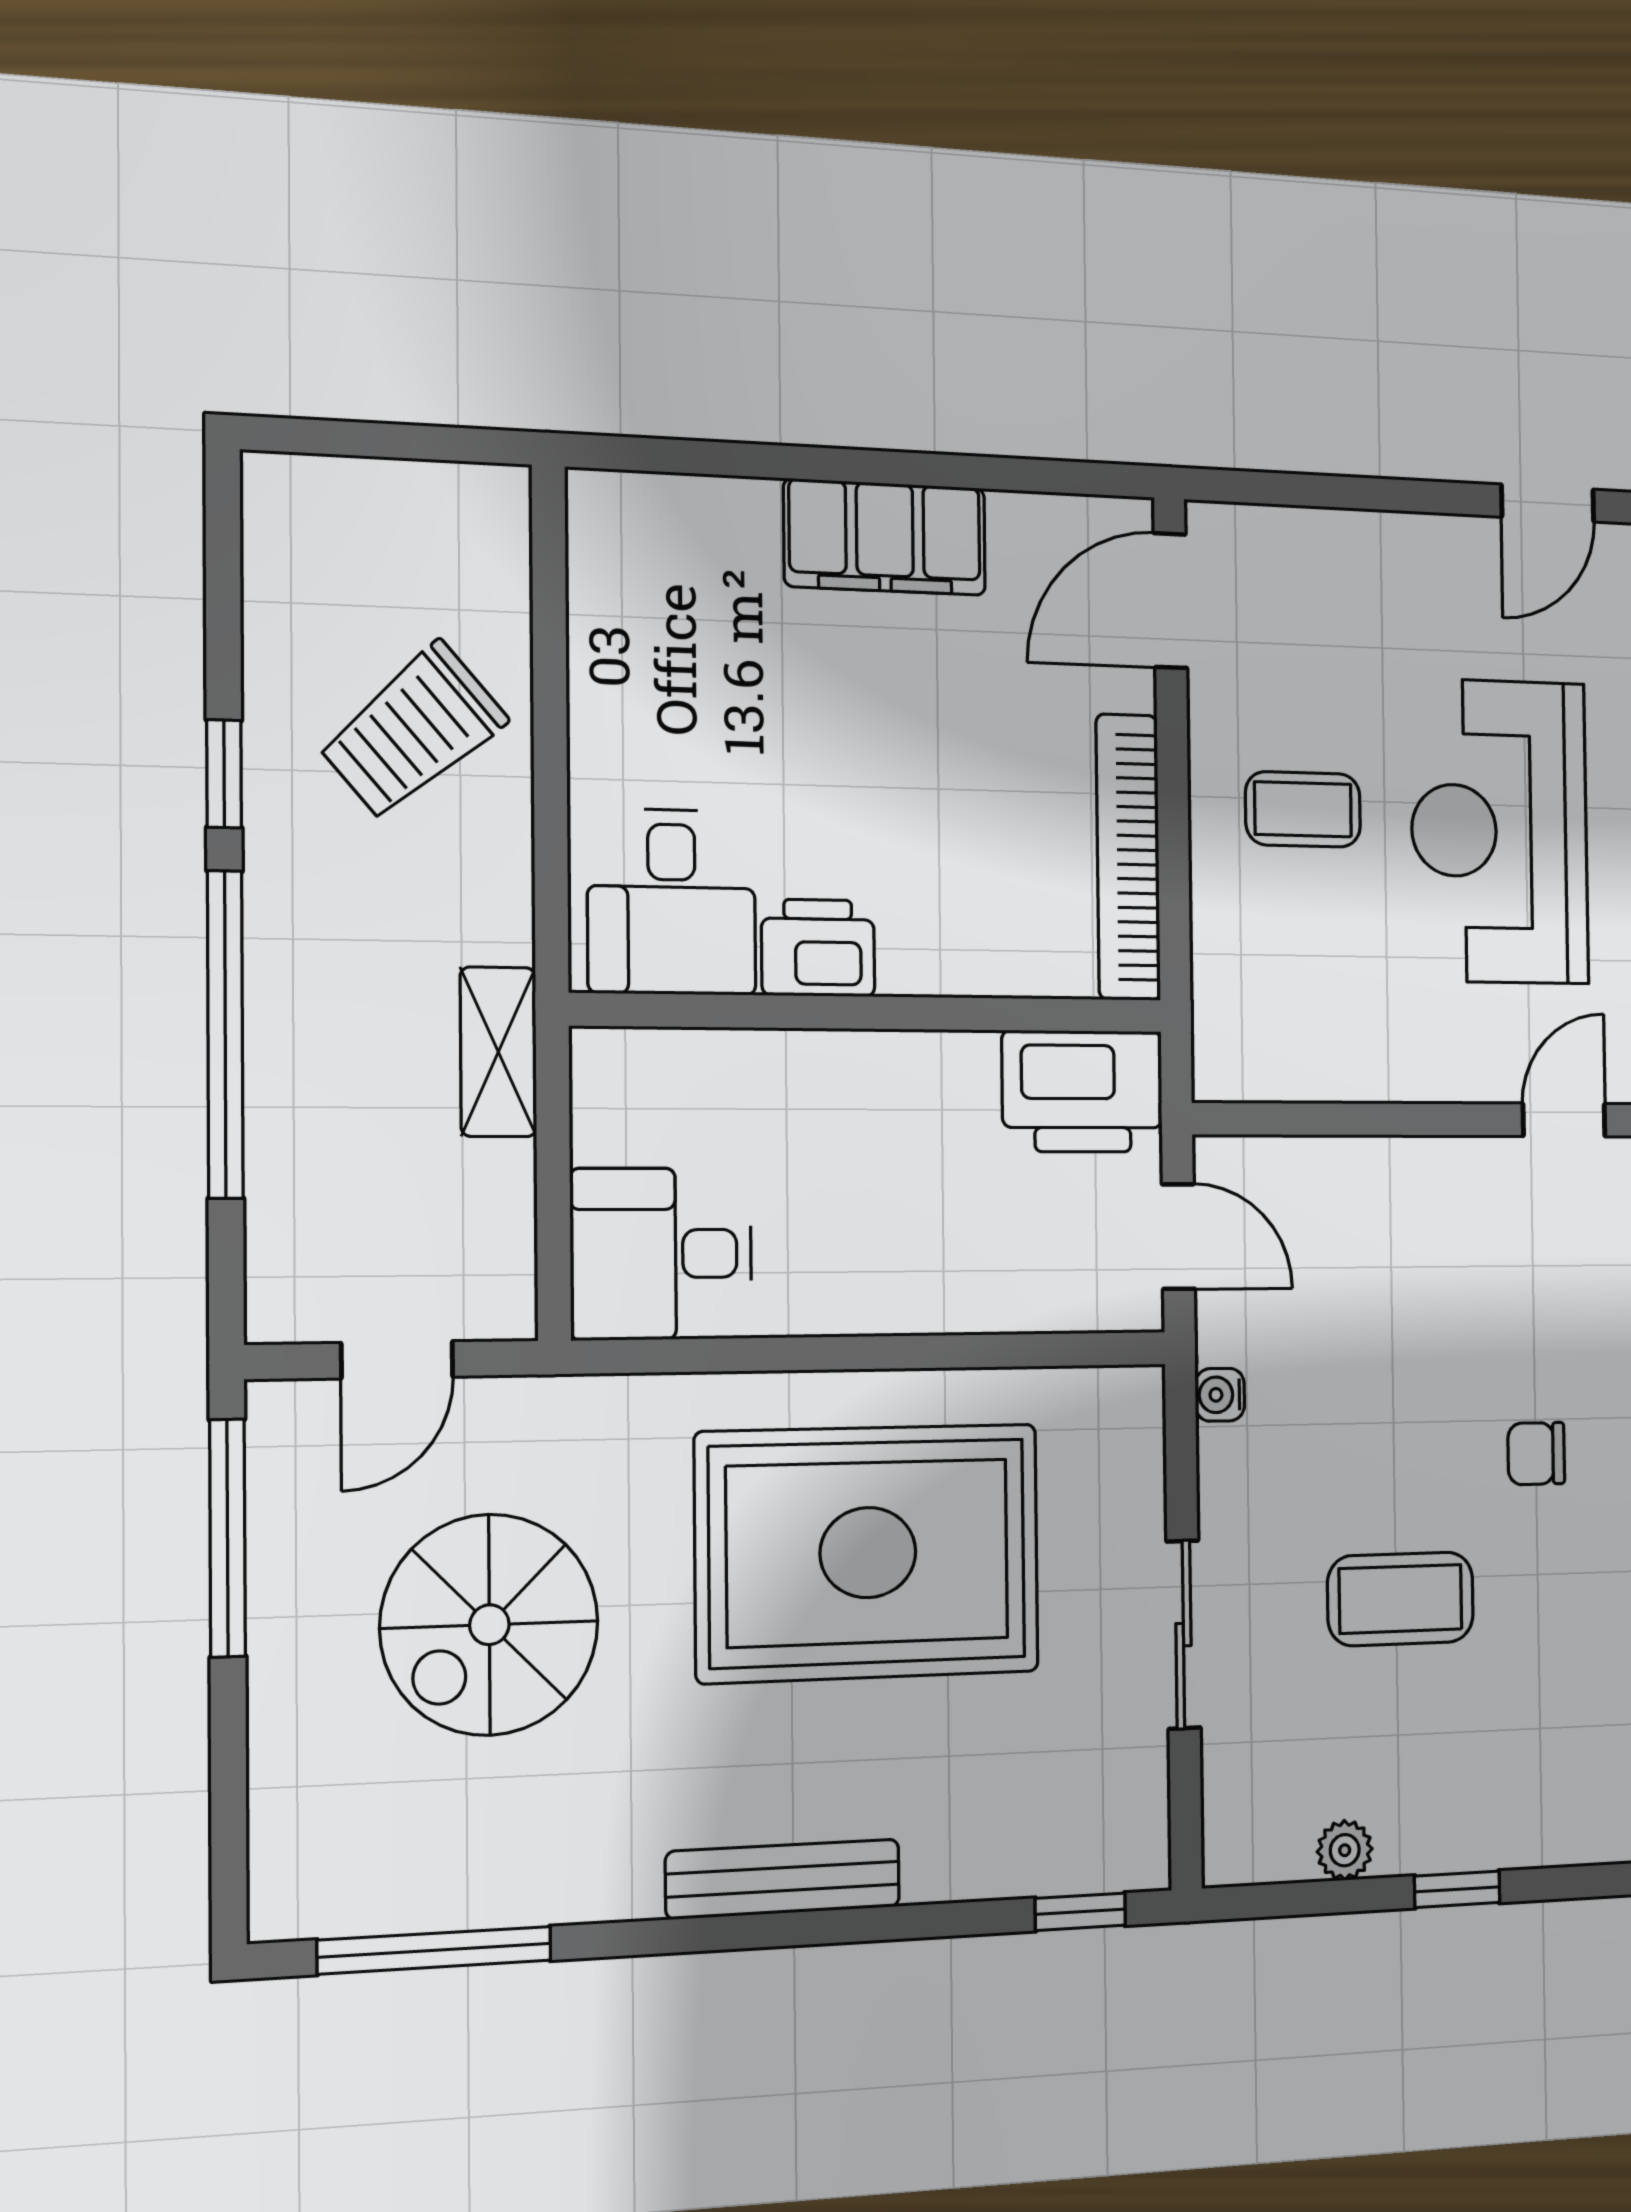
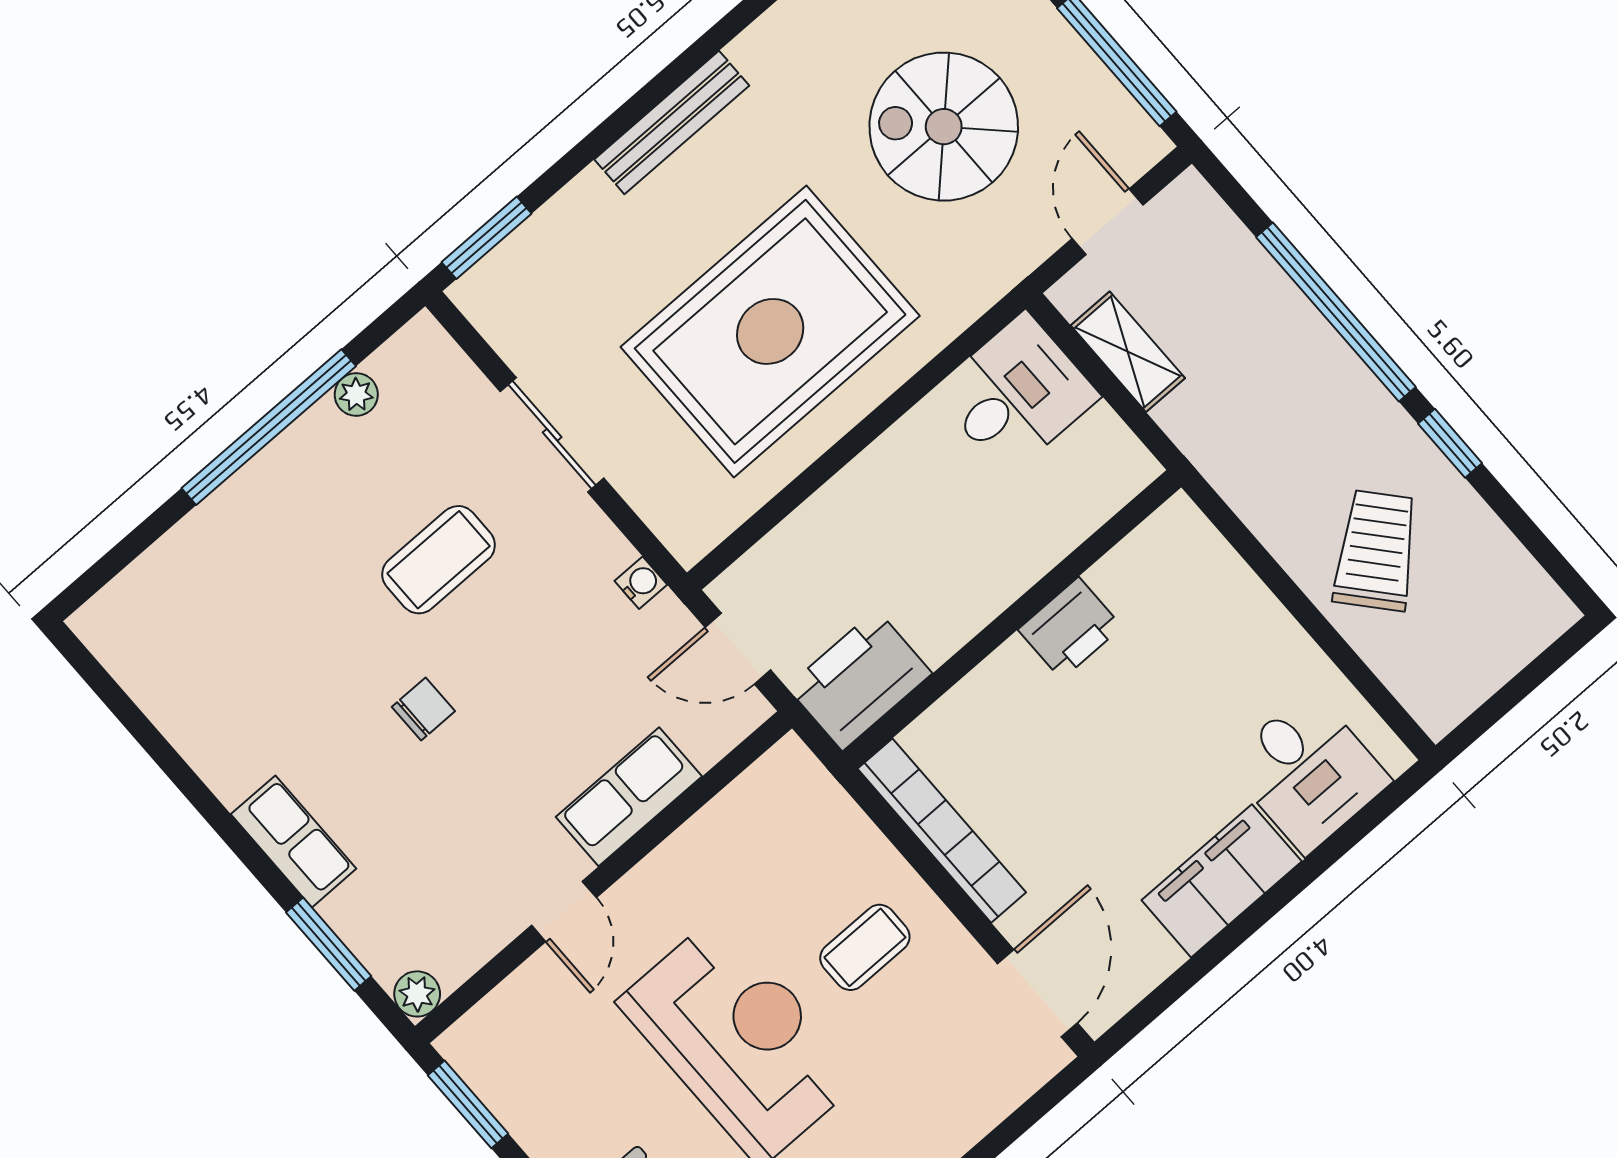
desk: (672, 902) -> (1308, 772), moved, turned 180
shelving: (498, 1052) -> (1128, 352), moved
row of seats: (1409, 1180) -> (629, 797), added
spiral stairs: (489, 1625) -> (944, 127), turned -90
window: (1457, 1889) -> (269, 427), width x3.17
window: (1080, 1912) -> (487, 238), width x1.50

